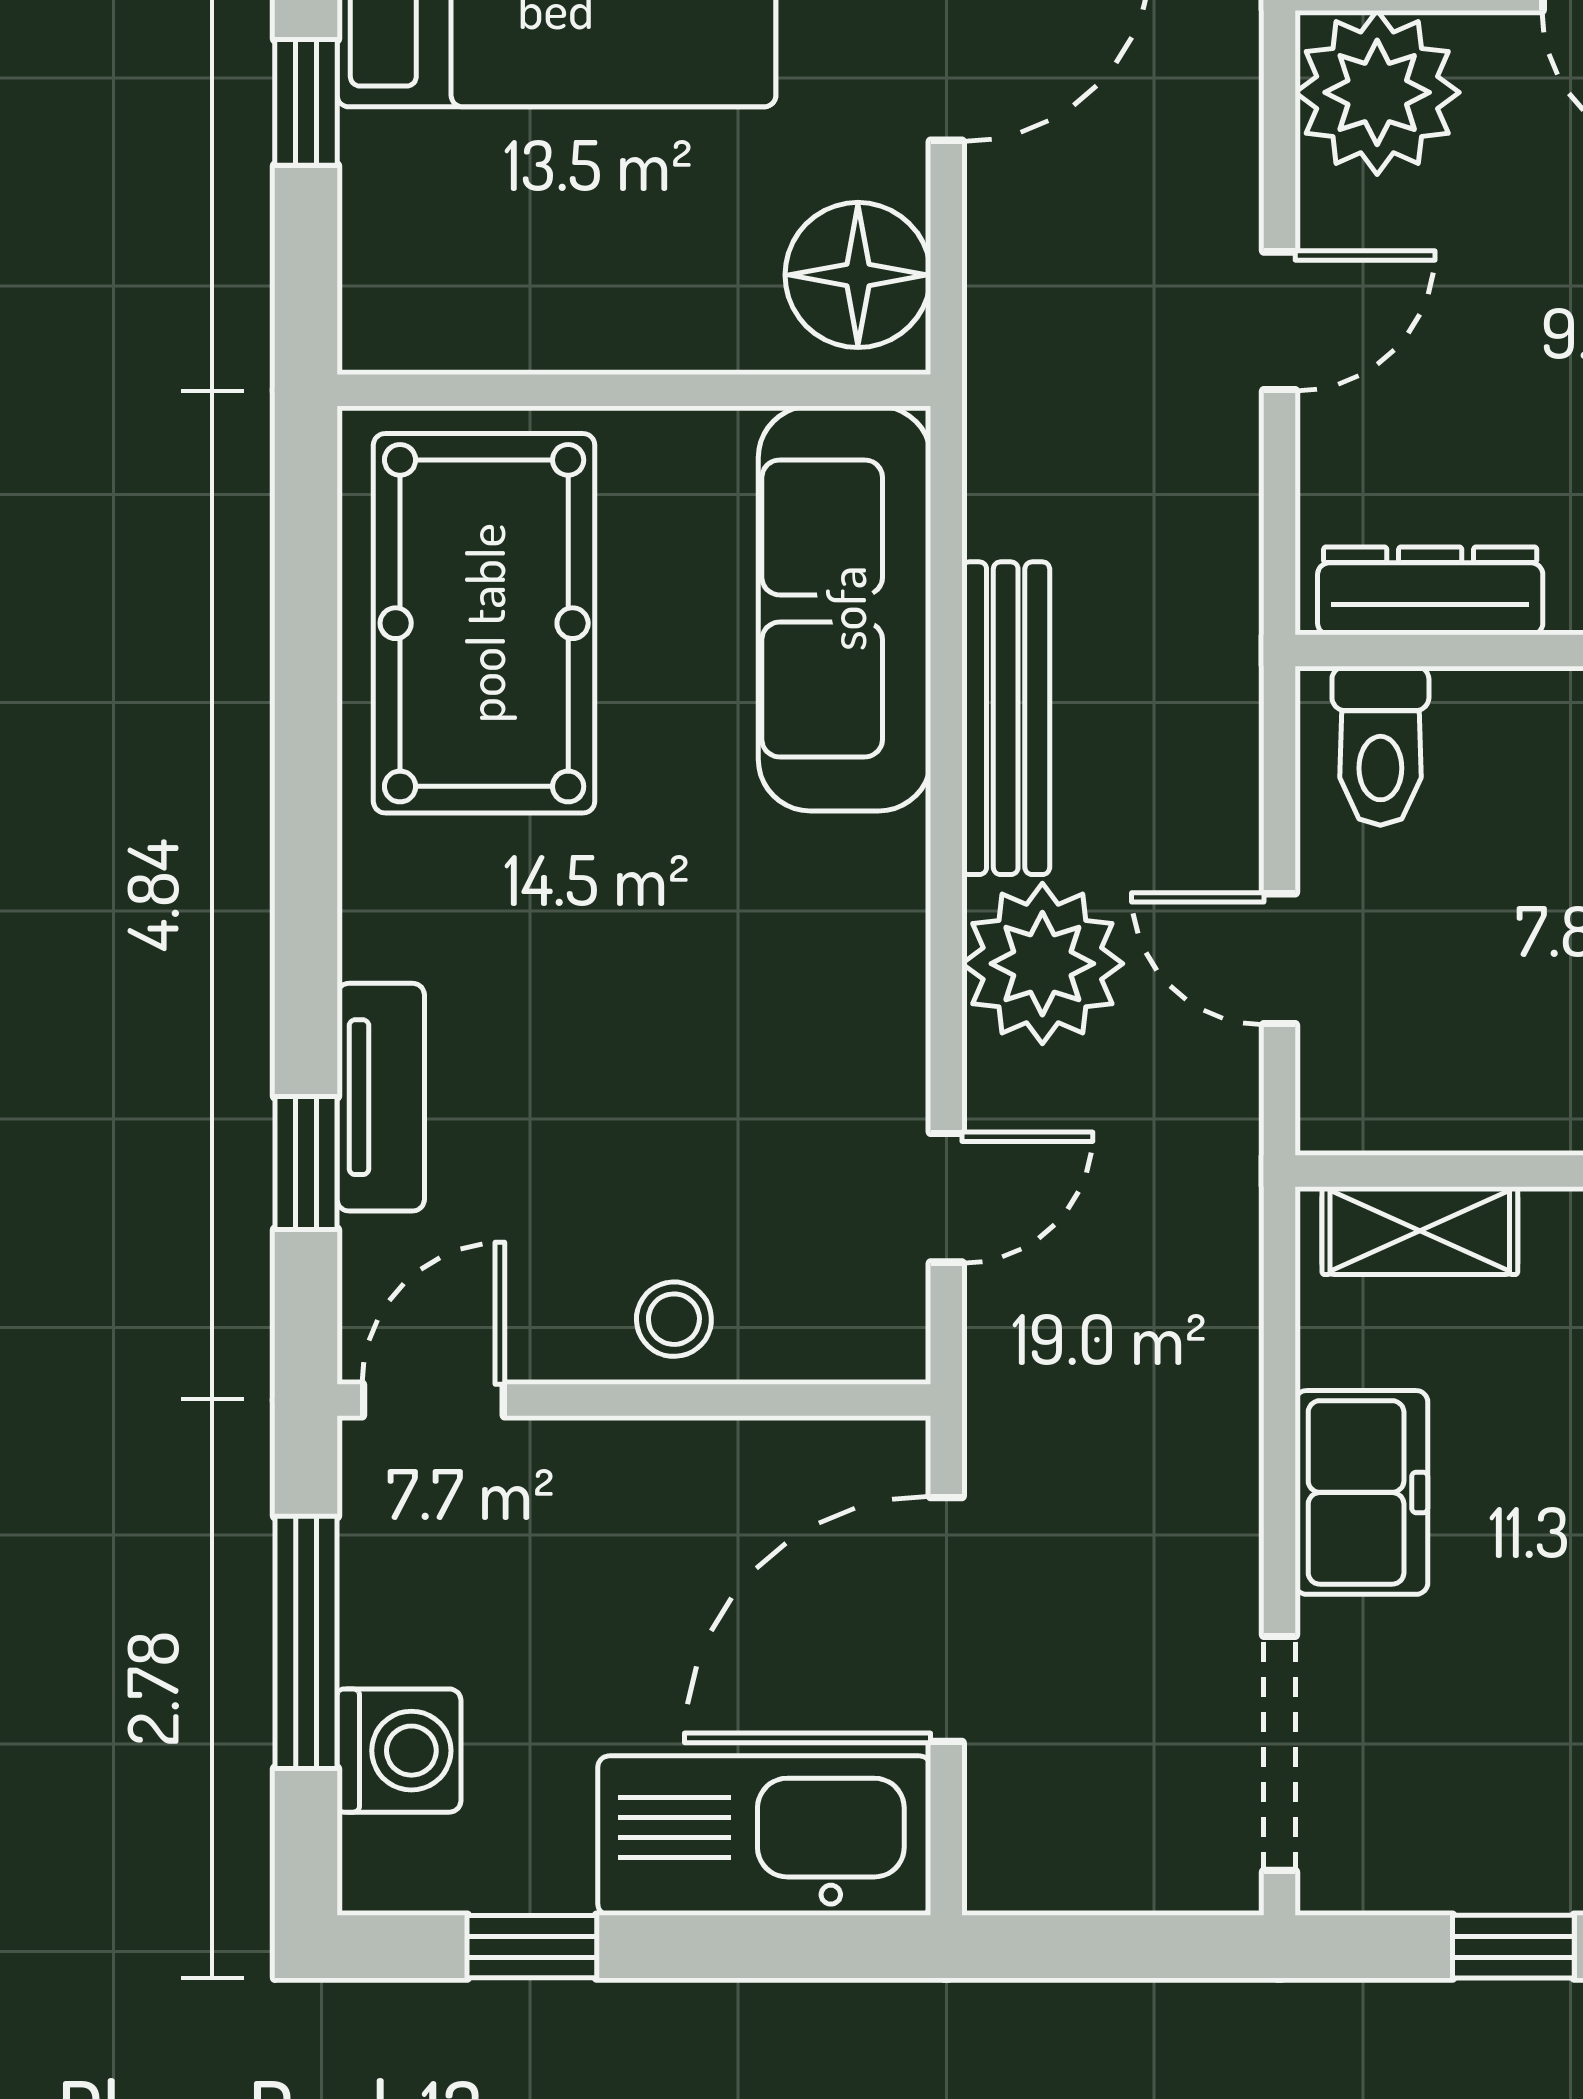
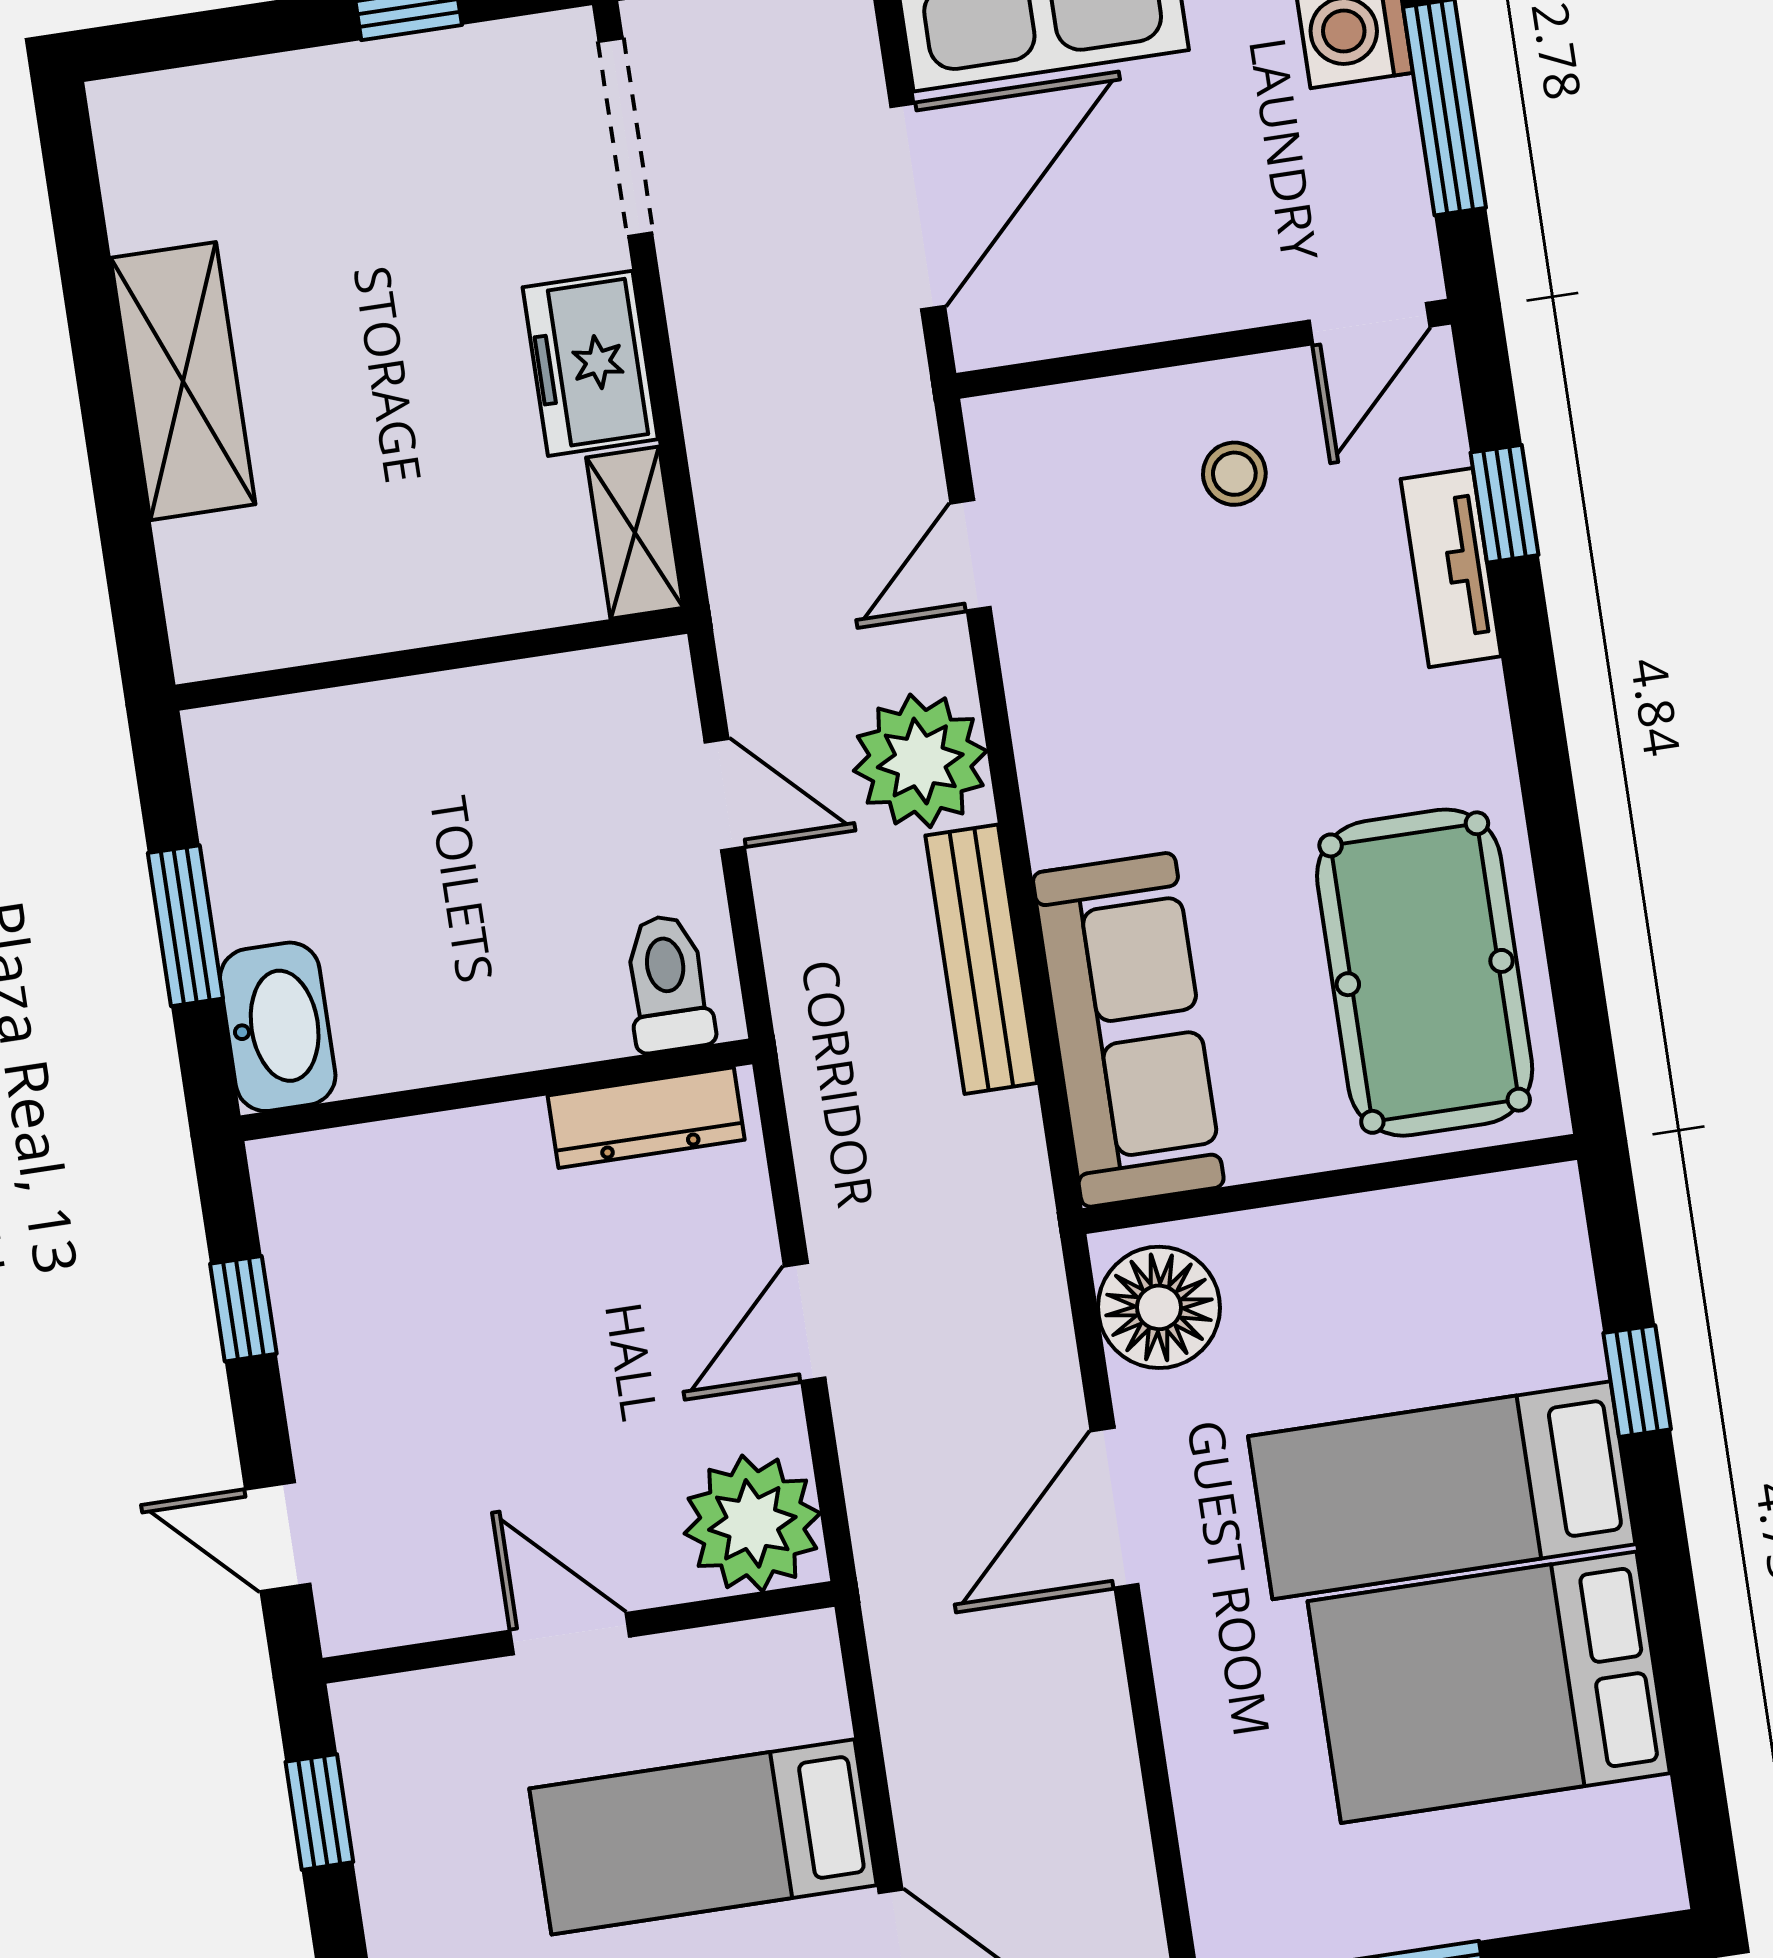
shelving: (1420, 1231) -> (635, 533), moved, turned 90
stool: (674, 1319) -> (1234, 474), moved

